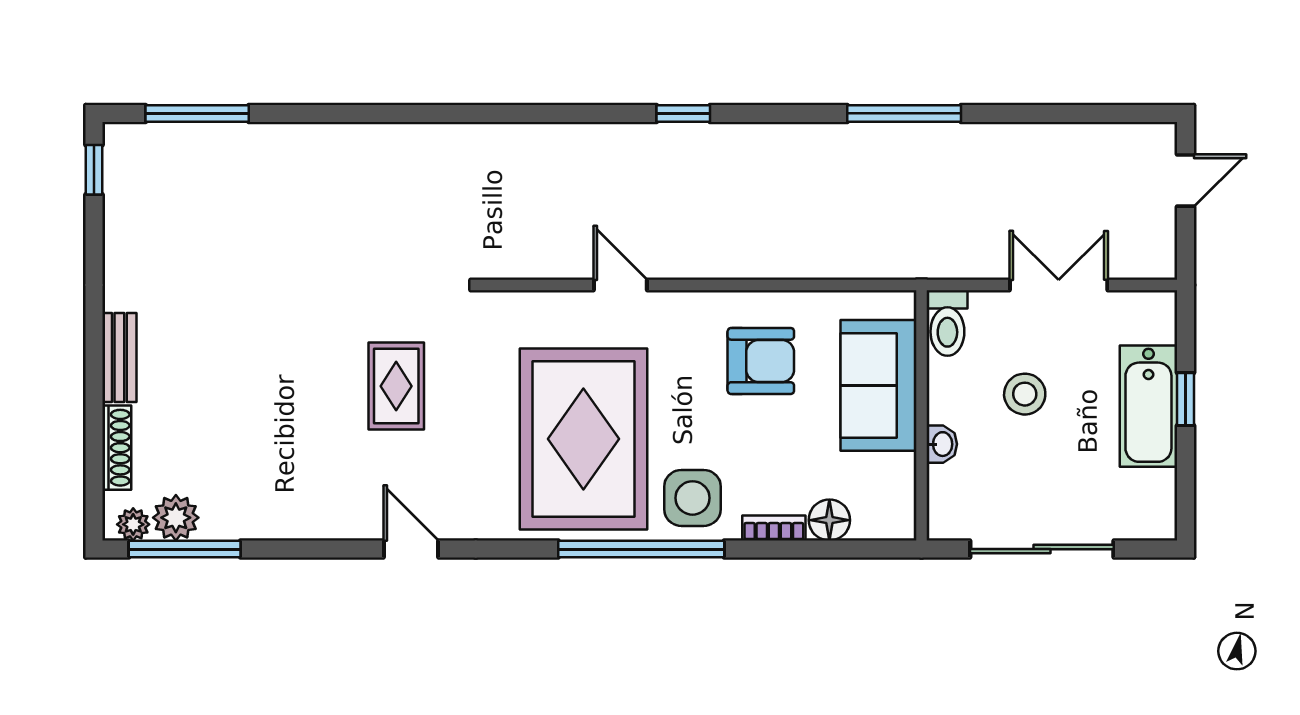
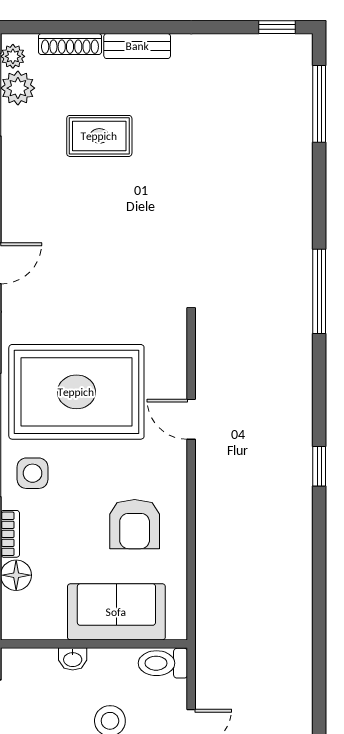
window: (904, 113) -> (319, 291), moved
door: (620, 285) -> (191, 419), swing flipped
rug: (396, 386) -> (99, 136), moved
side table: (693, 498) -> (33, 473), width x0.73, depth x0.73

